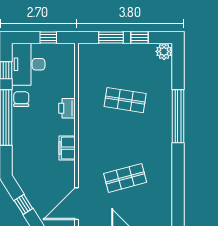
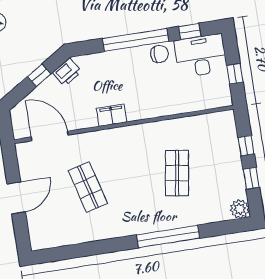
window: (111, 38) -> (246, 146), width x0.67
printer: (67, 108) -> (67, 72), moved, turned 148

